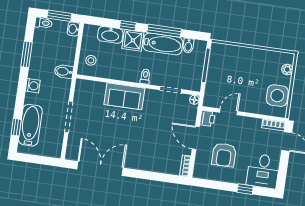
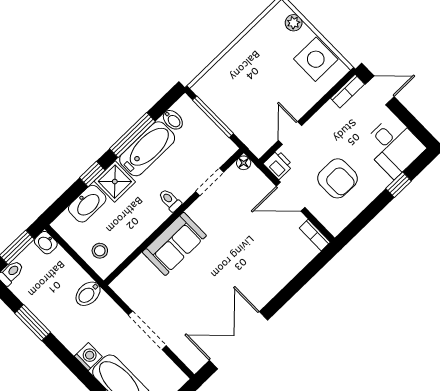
washing machine: (33, 86) -> (88, 357), moved

